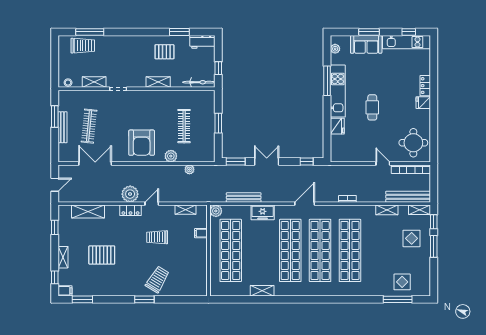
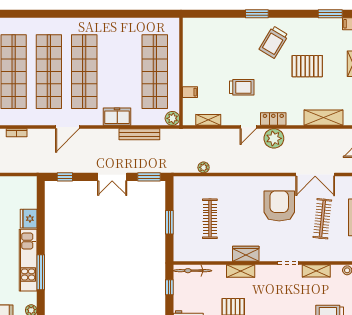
wardrobe: (154, 96) -> (246, 254), added
armchair: (142, 143) -> (279, 206), moved
plant: (171, 156) -> (226, 183), removed
trolley: (157, 279) -> (274, 42), moved
shelving: (262, 291) -> (117, 24), removed

